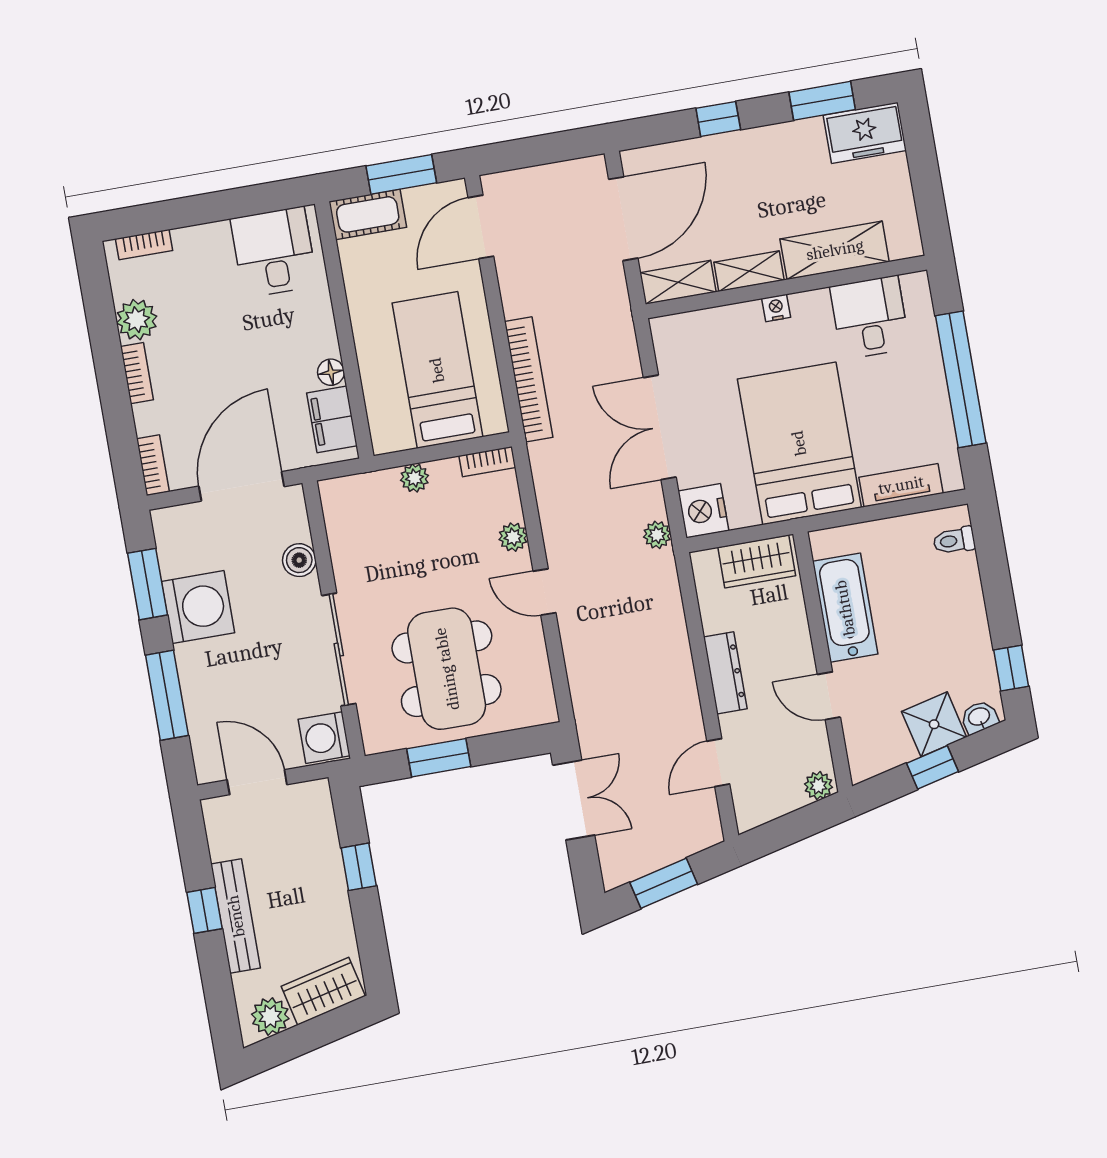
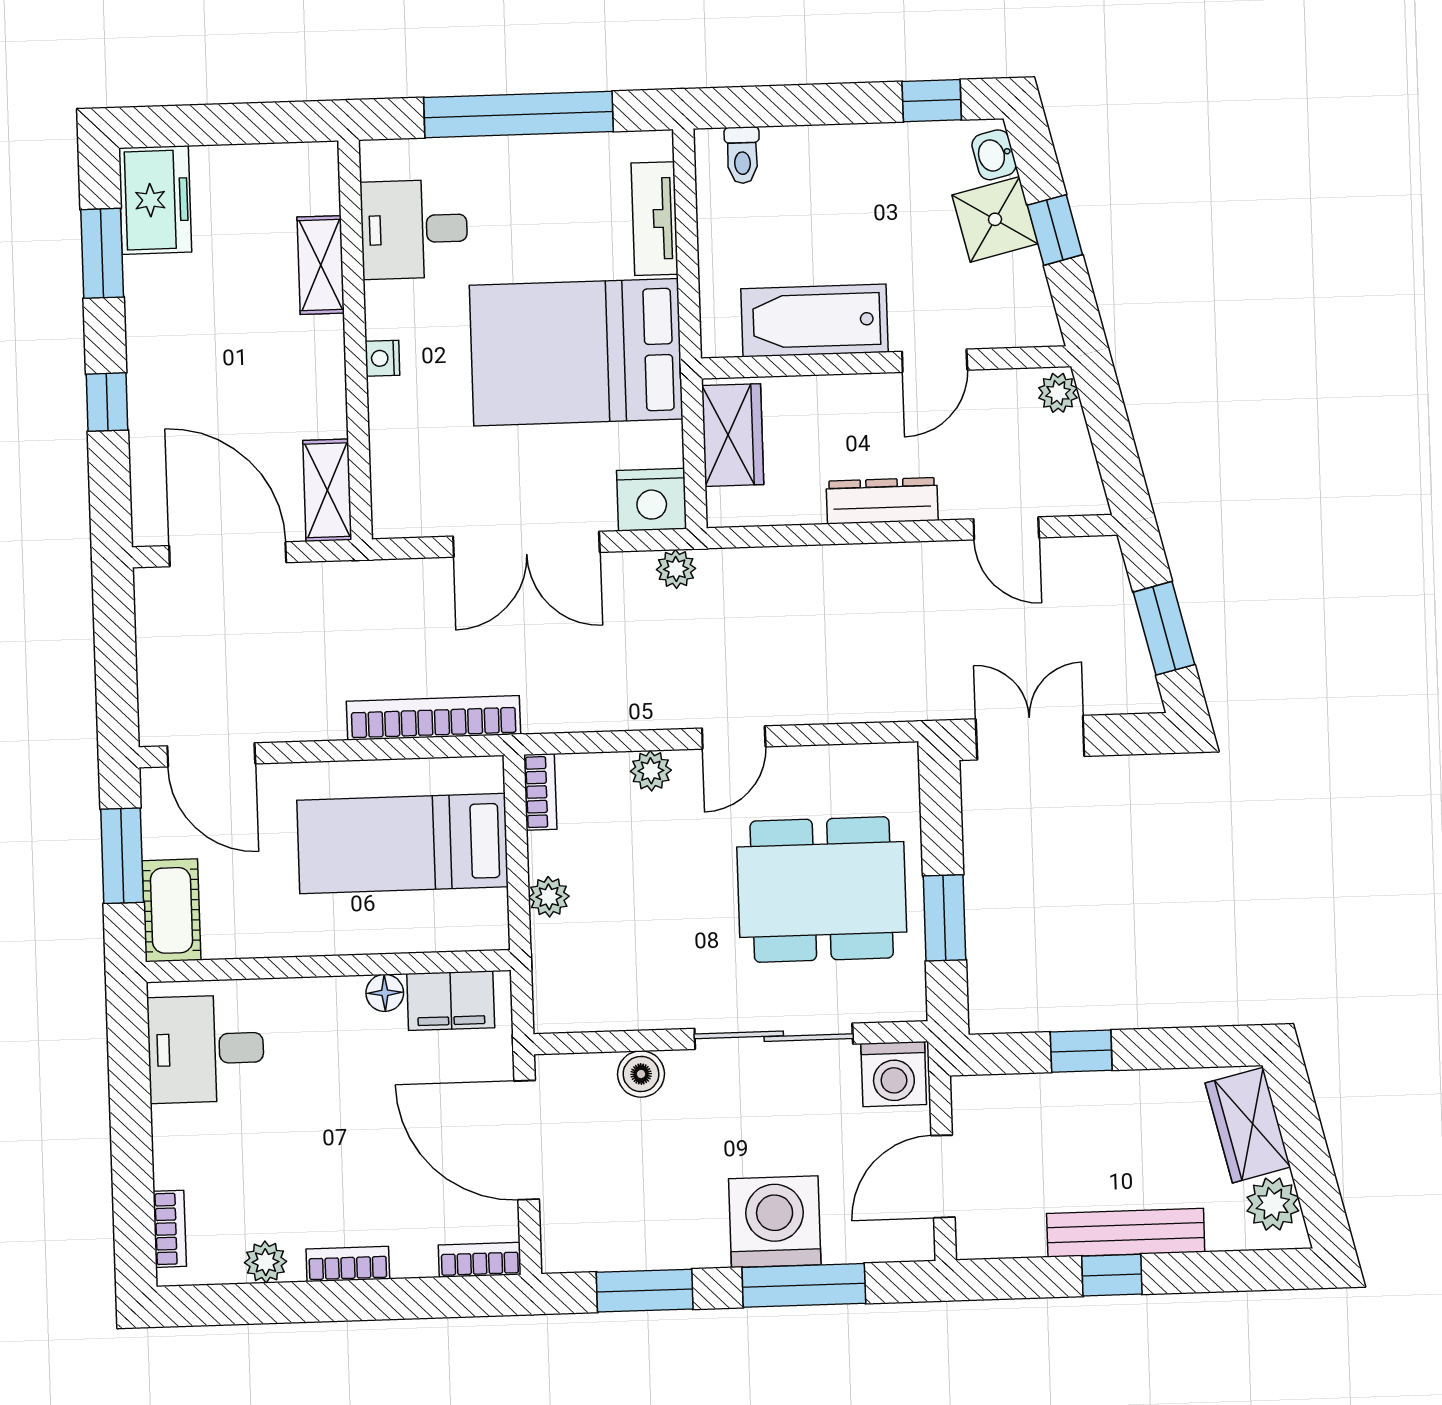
shelving: (835, 250) -> (321, 265), width x0.67, depth x0.75
shelving: (749, 271) -> (326, 389), removed
plant: (137, 320) -> (266, 1262), width x0.73, depth x0.73
washing machine: (198, 607) -> (775, 1222), moved

